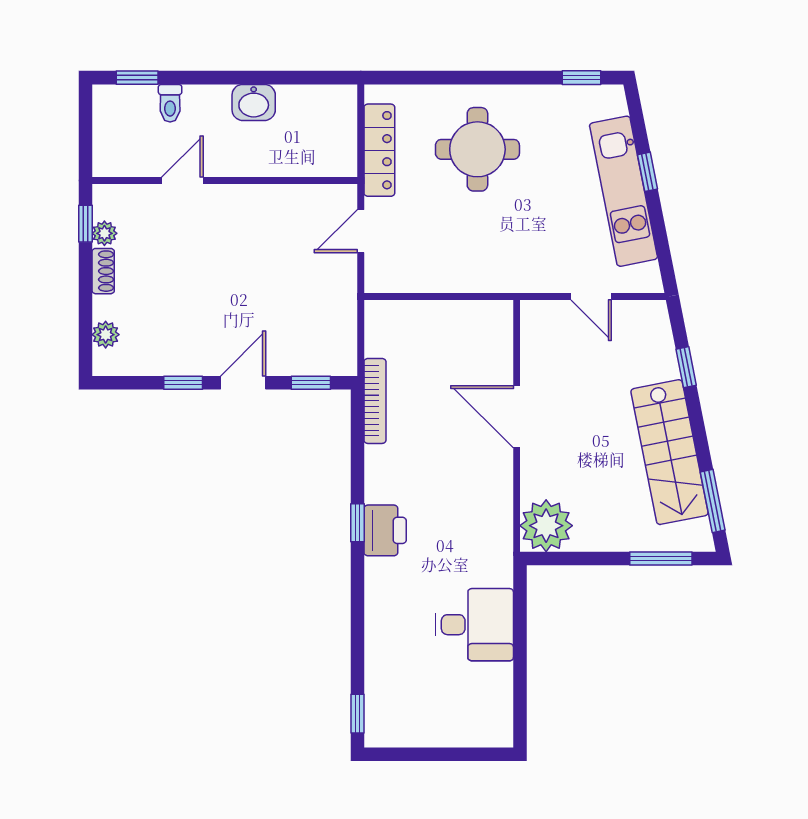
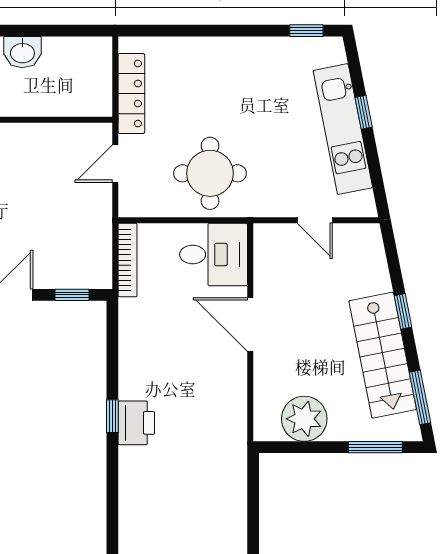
round table: (477, 149) -> (210, 173), moved
window: (686, 367) -> (403, 311), moved
bookcase: (375, 401) -> (127, 260), moved
plant: (546, 526) -> (304, 419), moved
desk: (474, 625) -> (214, 255), moved

